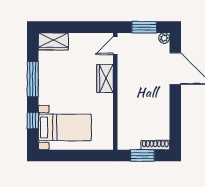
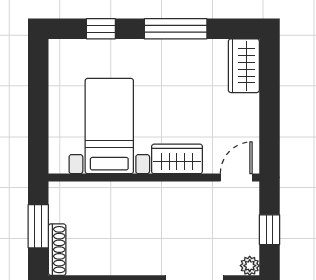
window: (144, 27) -> (270, 230), width x0.67
door: (115, 46) -> (236, 177), hinge flipped
bed with nightstands: (65, 127) -> (109, 126), moved, turned 180

